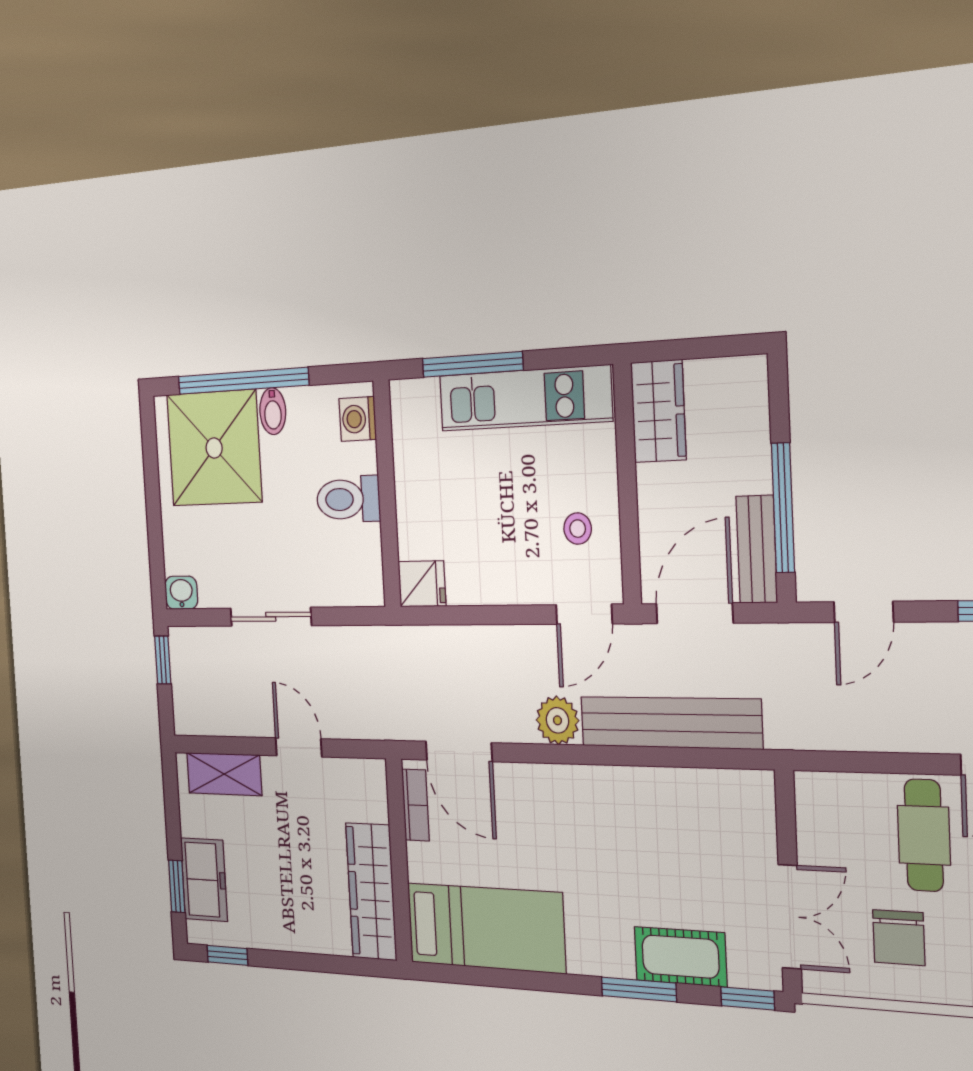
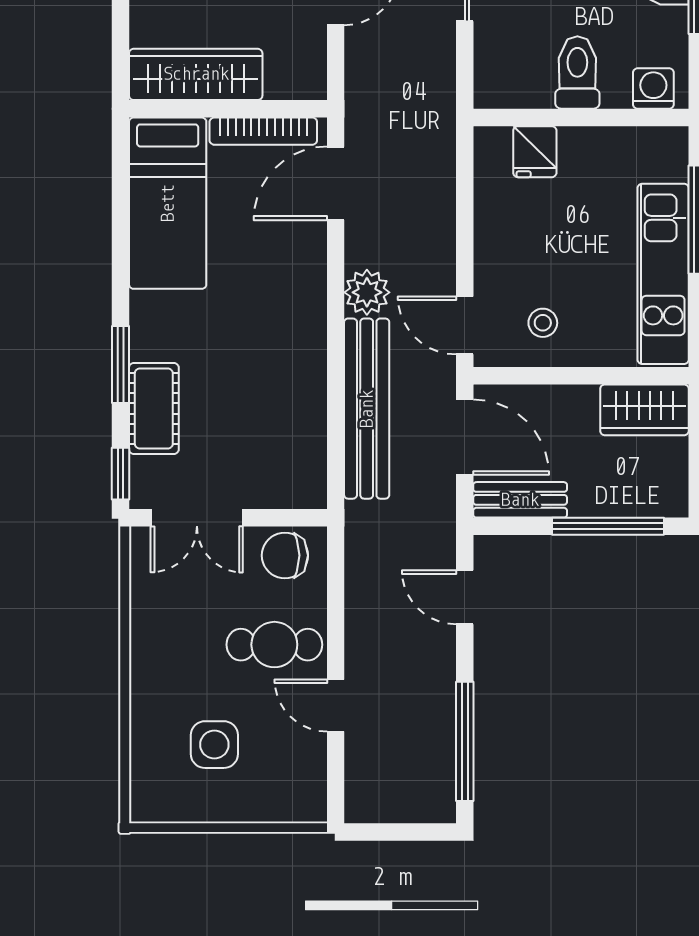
window: (783, 508) -> (608, 526), moved
fridge: (422, 584) -> (535, 152), moved
bookcase: (415, 805) -> (263, 131), width x1.56
chair: (899, 938) -> (285, 555), moved

